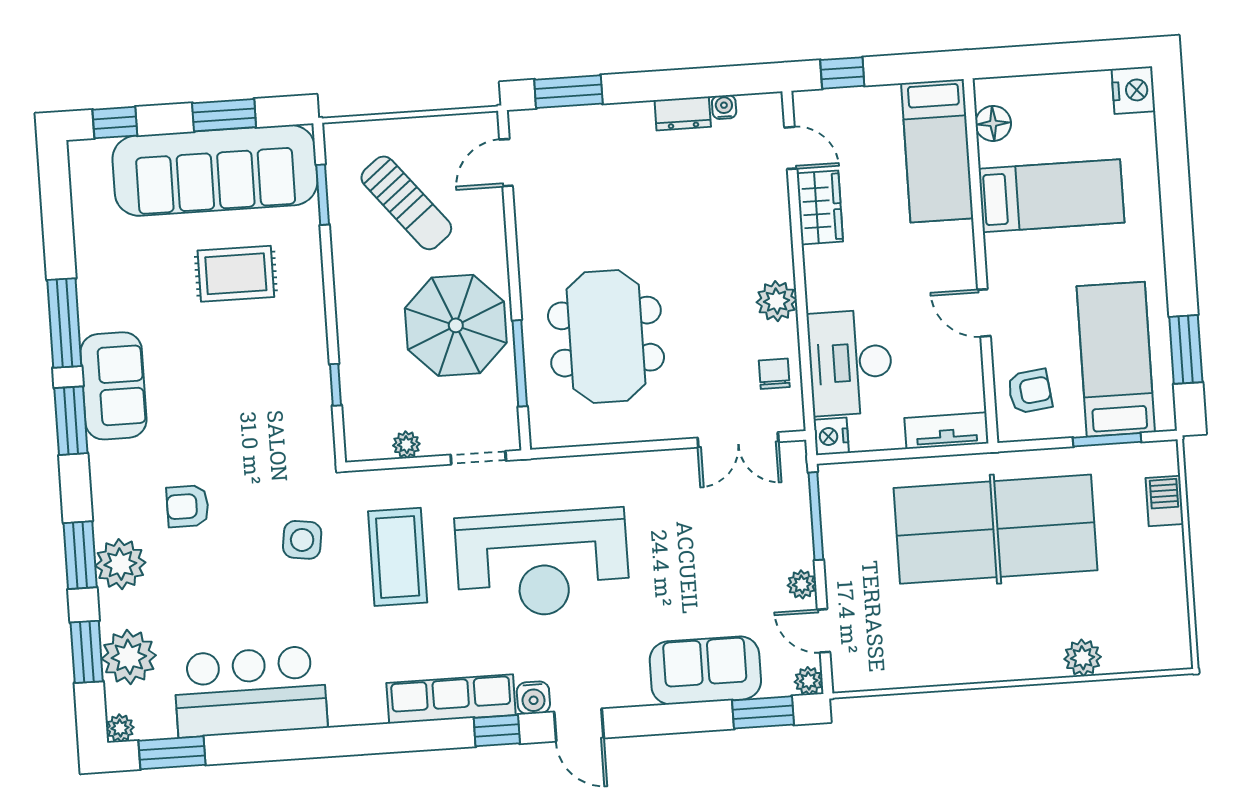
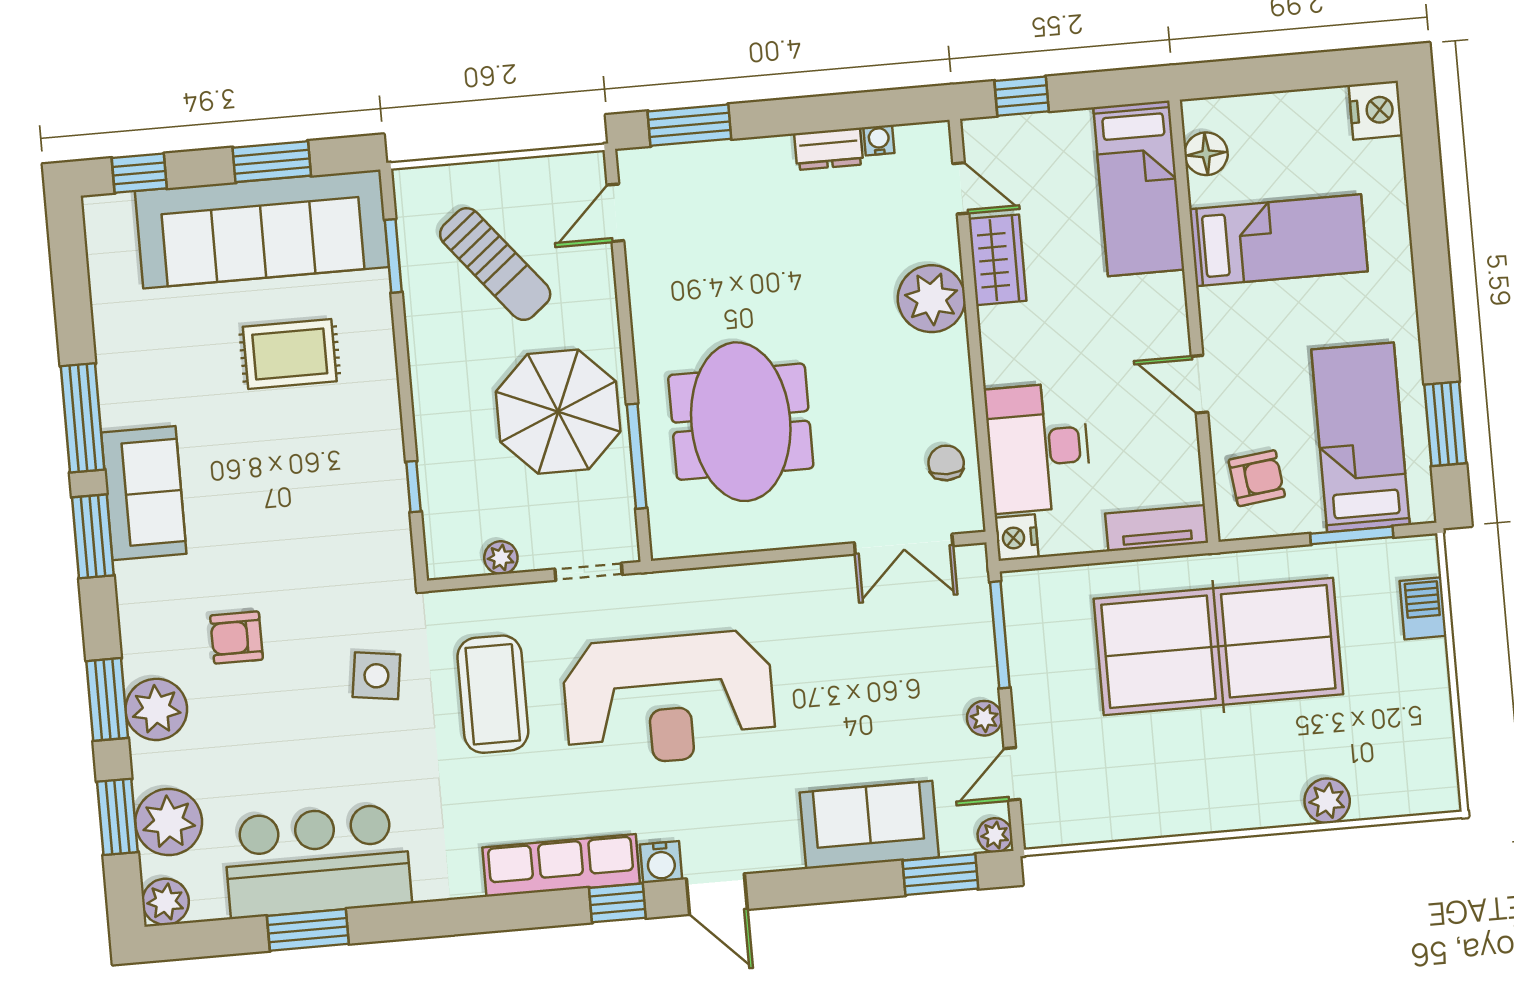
plant: (777, 301) -> (931, 299), moved, width x1.36, depth x1.36
door: (824, 631) -> (1012, 774), hinge flipped
plant: (120, 728) -> (166, 902), width x1.38, depth x1.38
window: (172, 753) -> (308, 930), moved

